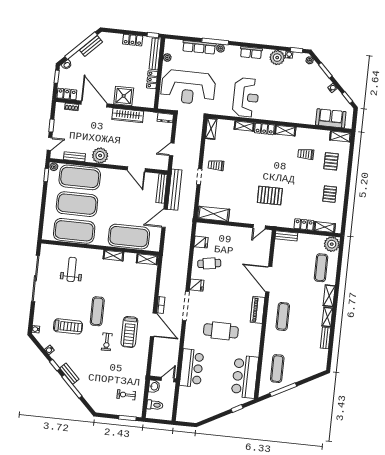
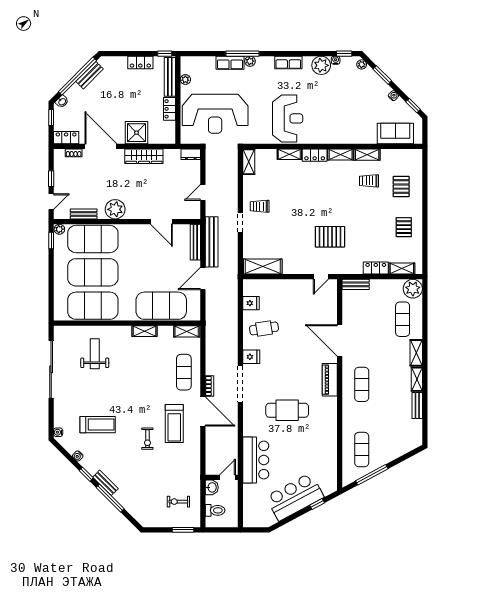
row of seats: (199, 47) -> (230, 63), width x0.68
shelving: (340, 137) -> (367, 155), moved
exercise mat: (97, 311) -> (184, 372), moved
bar counter: (245, 377) -> (295, 497), moved, turned 62

